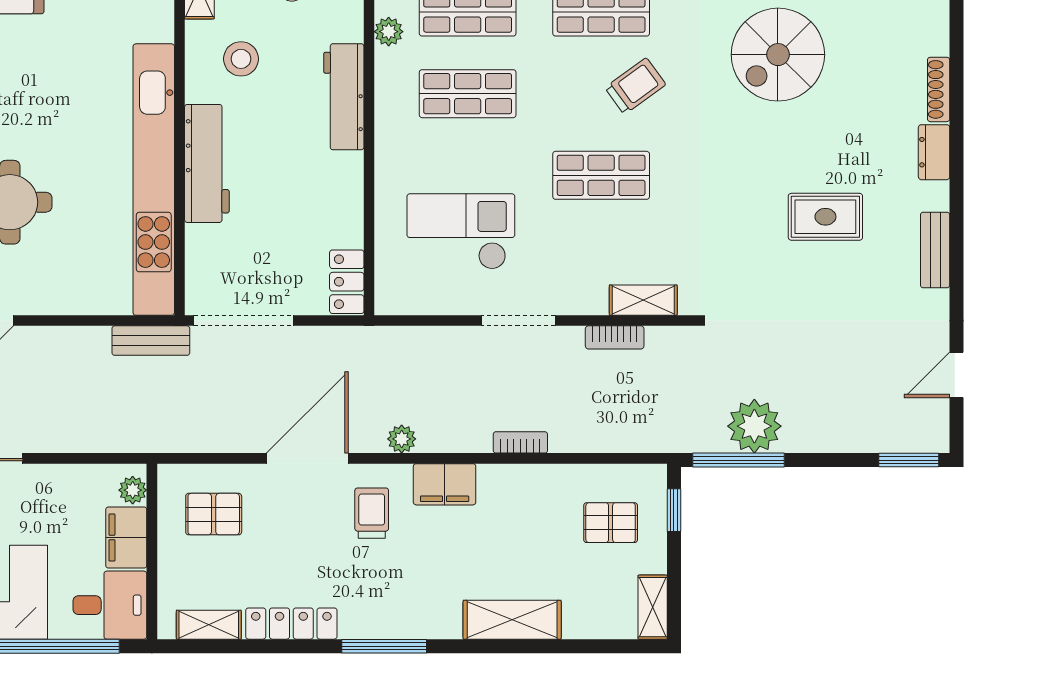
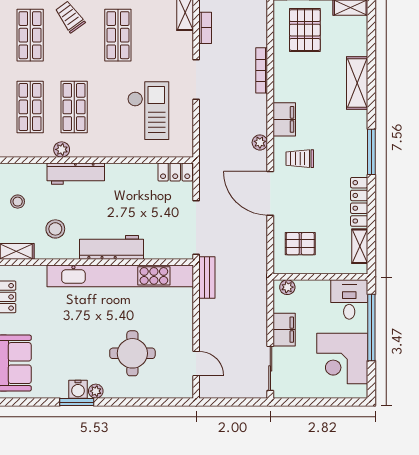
plant: (389, 32) -> (62, 149), moved
checkout: (461, 232) -> (148, 111), turned 180
bookcase: (520, 442) -> (262, 70), width x1.56
pallet: (214, 514) -> (300, 244), turned 90
pallet: (611, 523) -> (305, 30), width x1.50, depth x1.42
filing cabinet: (126, 538) -> (284, 330), moved, turned -90

